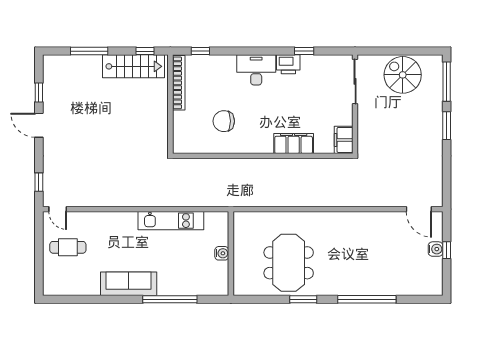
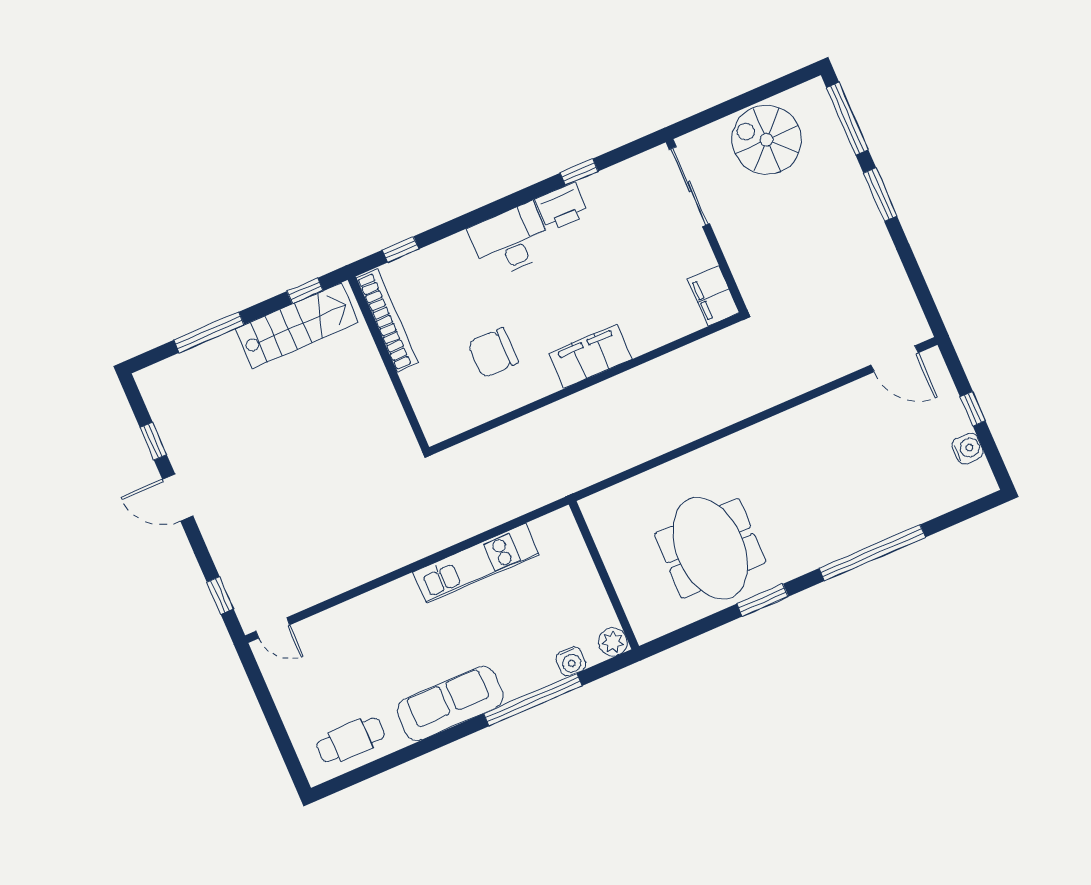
filing cabinet: (294, 143) -> (590, 356), moved
cafe table: (68, 247) -> (351, 740), moved
water cooler: (436, 249) -> (968, 449), moved
water cooler: (222, 253) -> (571, 661), moved, turned 90
plant: (221, 288) -> (613, 642), added

